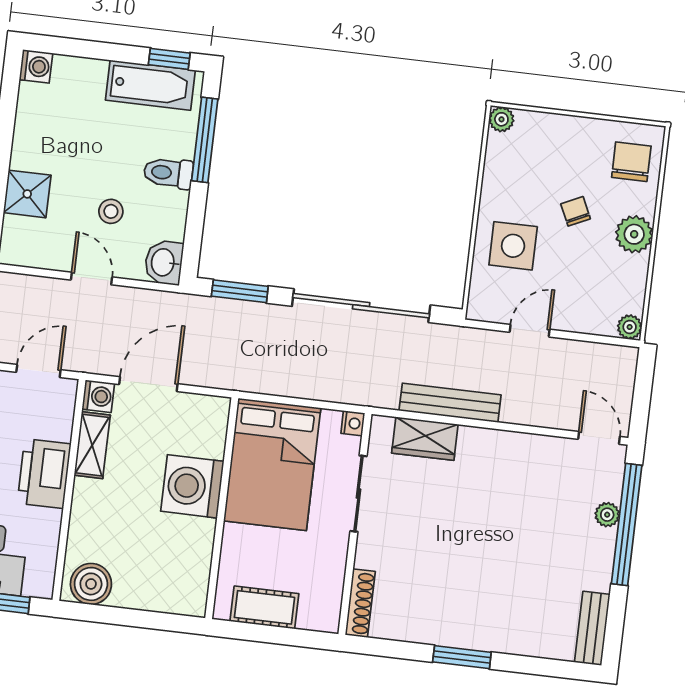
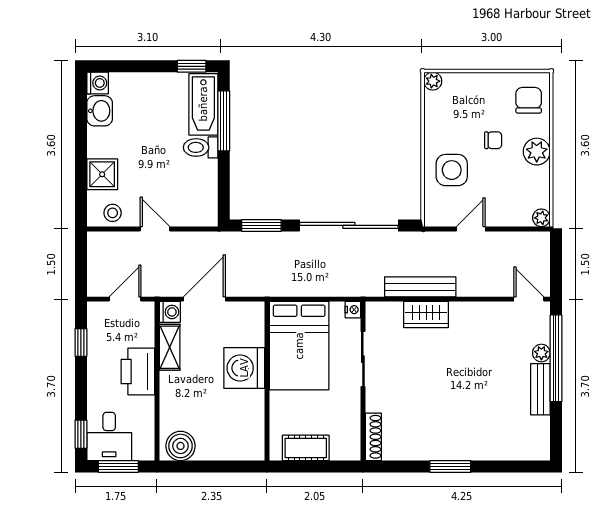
bathtub: (150, 85) -> (203, 104), moved, turned 90
stool: (111, 211) -> (113, 213), moved
chair: (576, 211) -> (493, 140), turned 115
washbasin: (164, 262) -> (100, 111), moved, turned 180
wardrobe: (425, 439) -> (426, 314), moved
bench: (592, 628) -> (540, 389), moved

